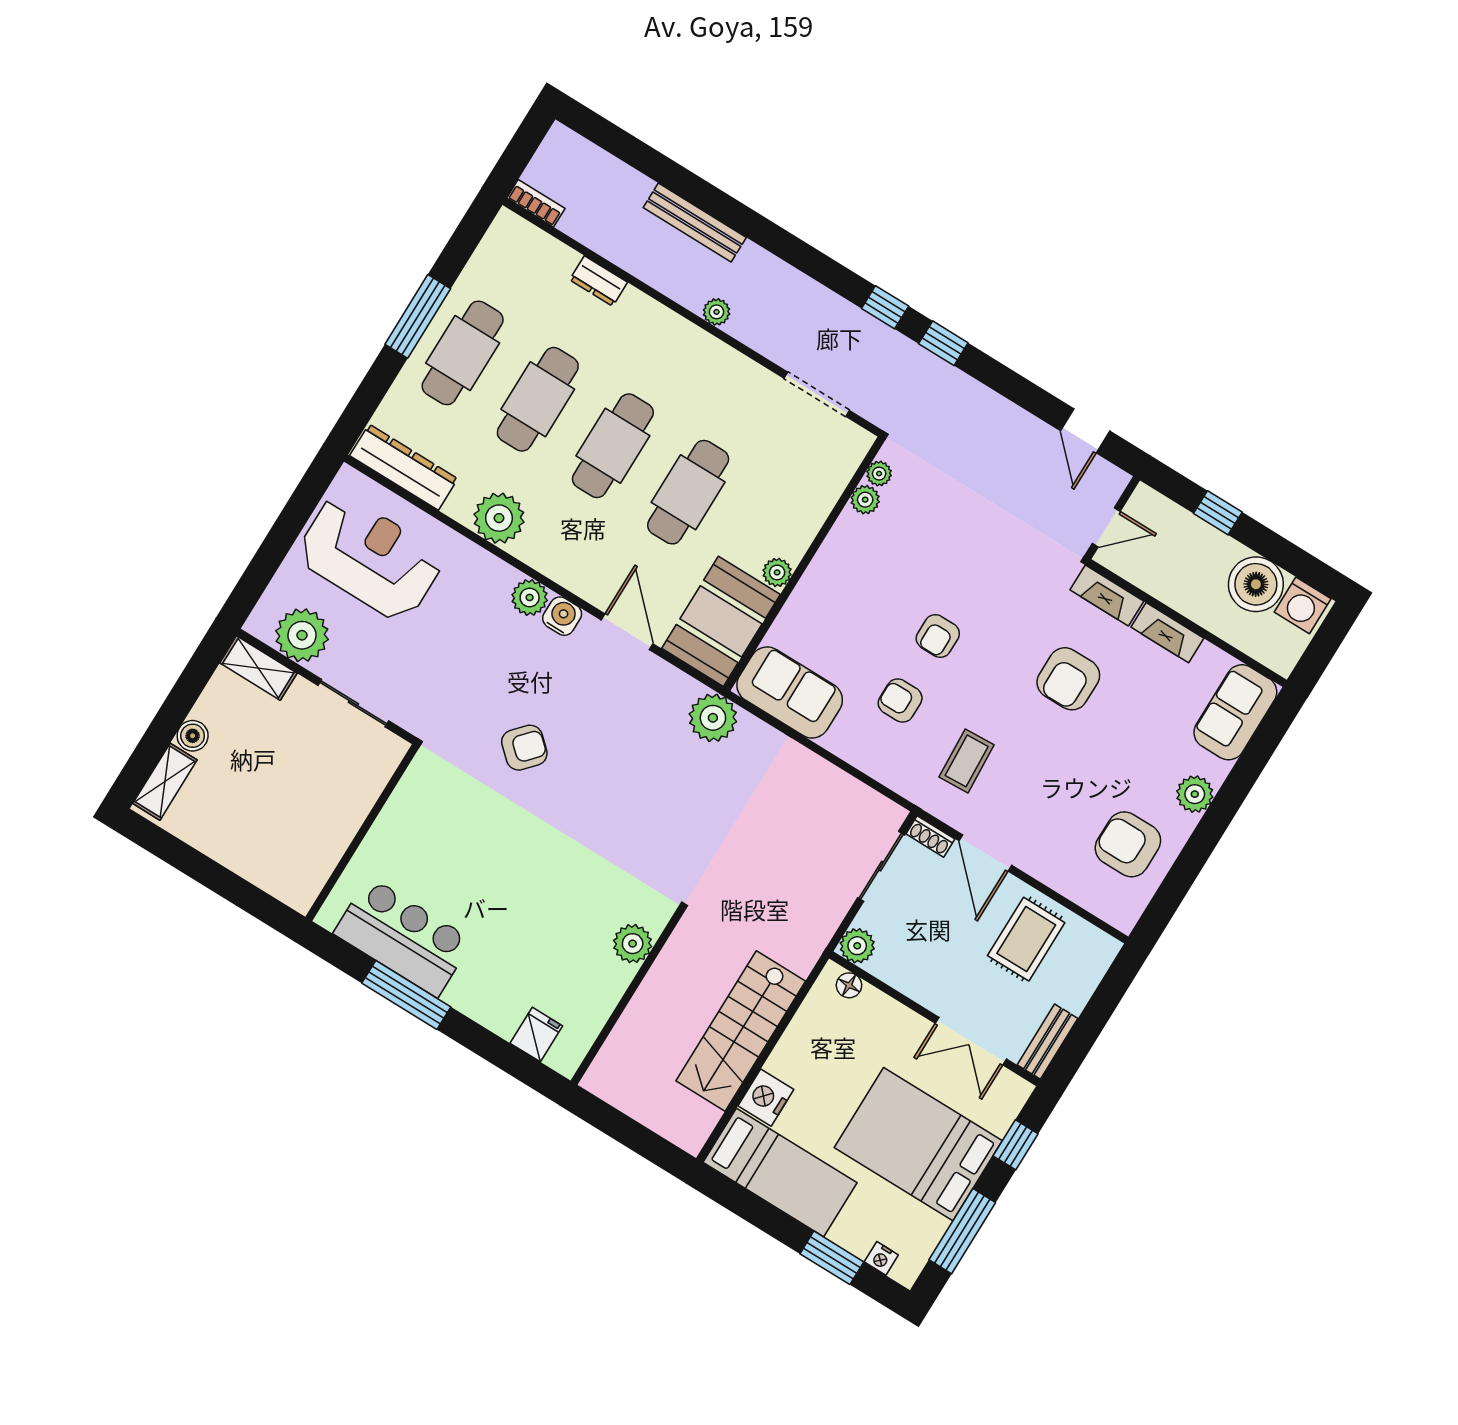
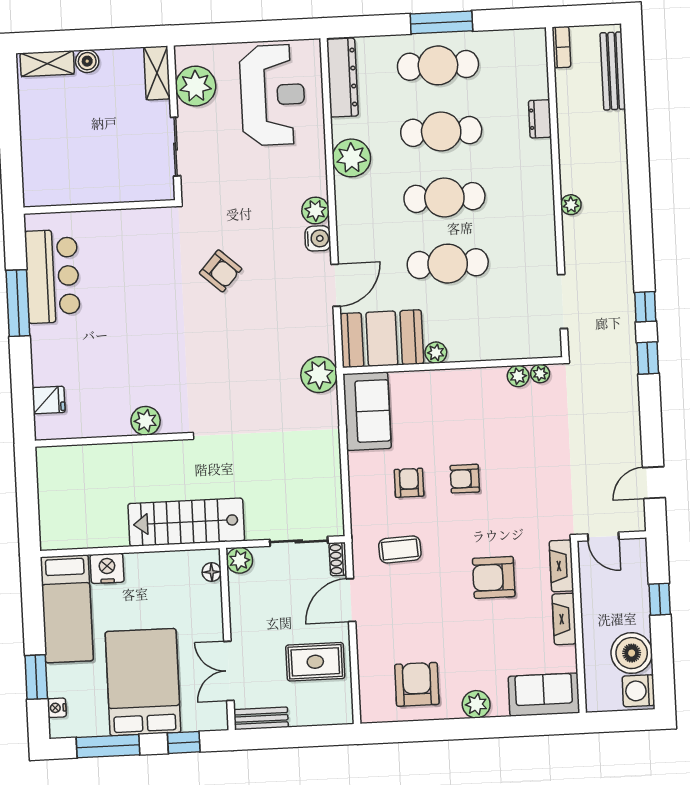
bench: (695, 223) -> (613, 71), moved
stairs: (741, 1031) -> (186, 522), moved

